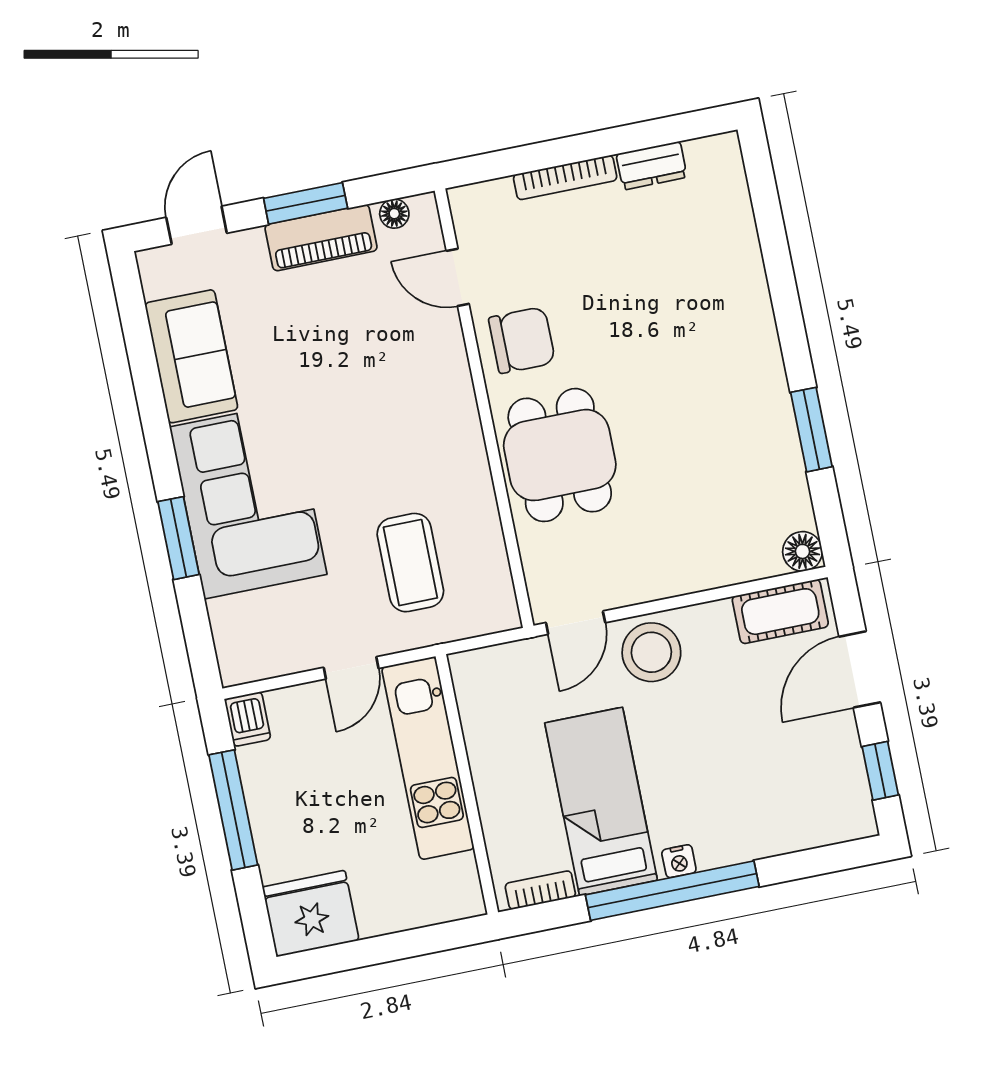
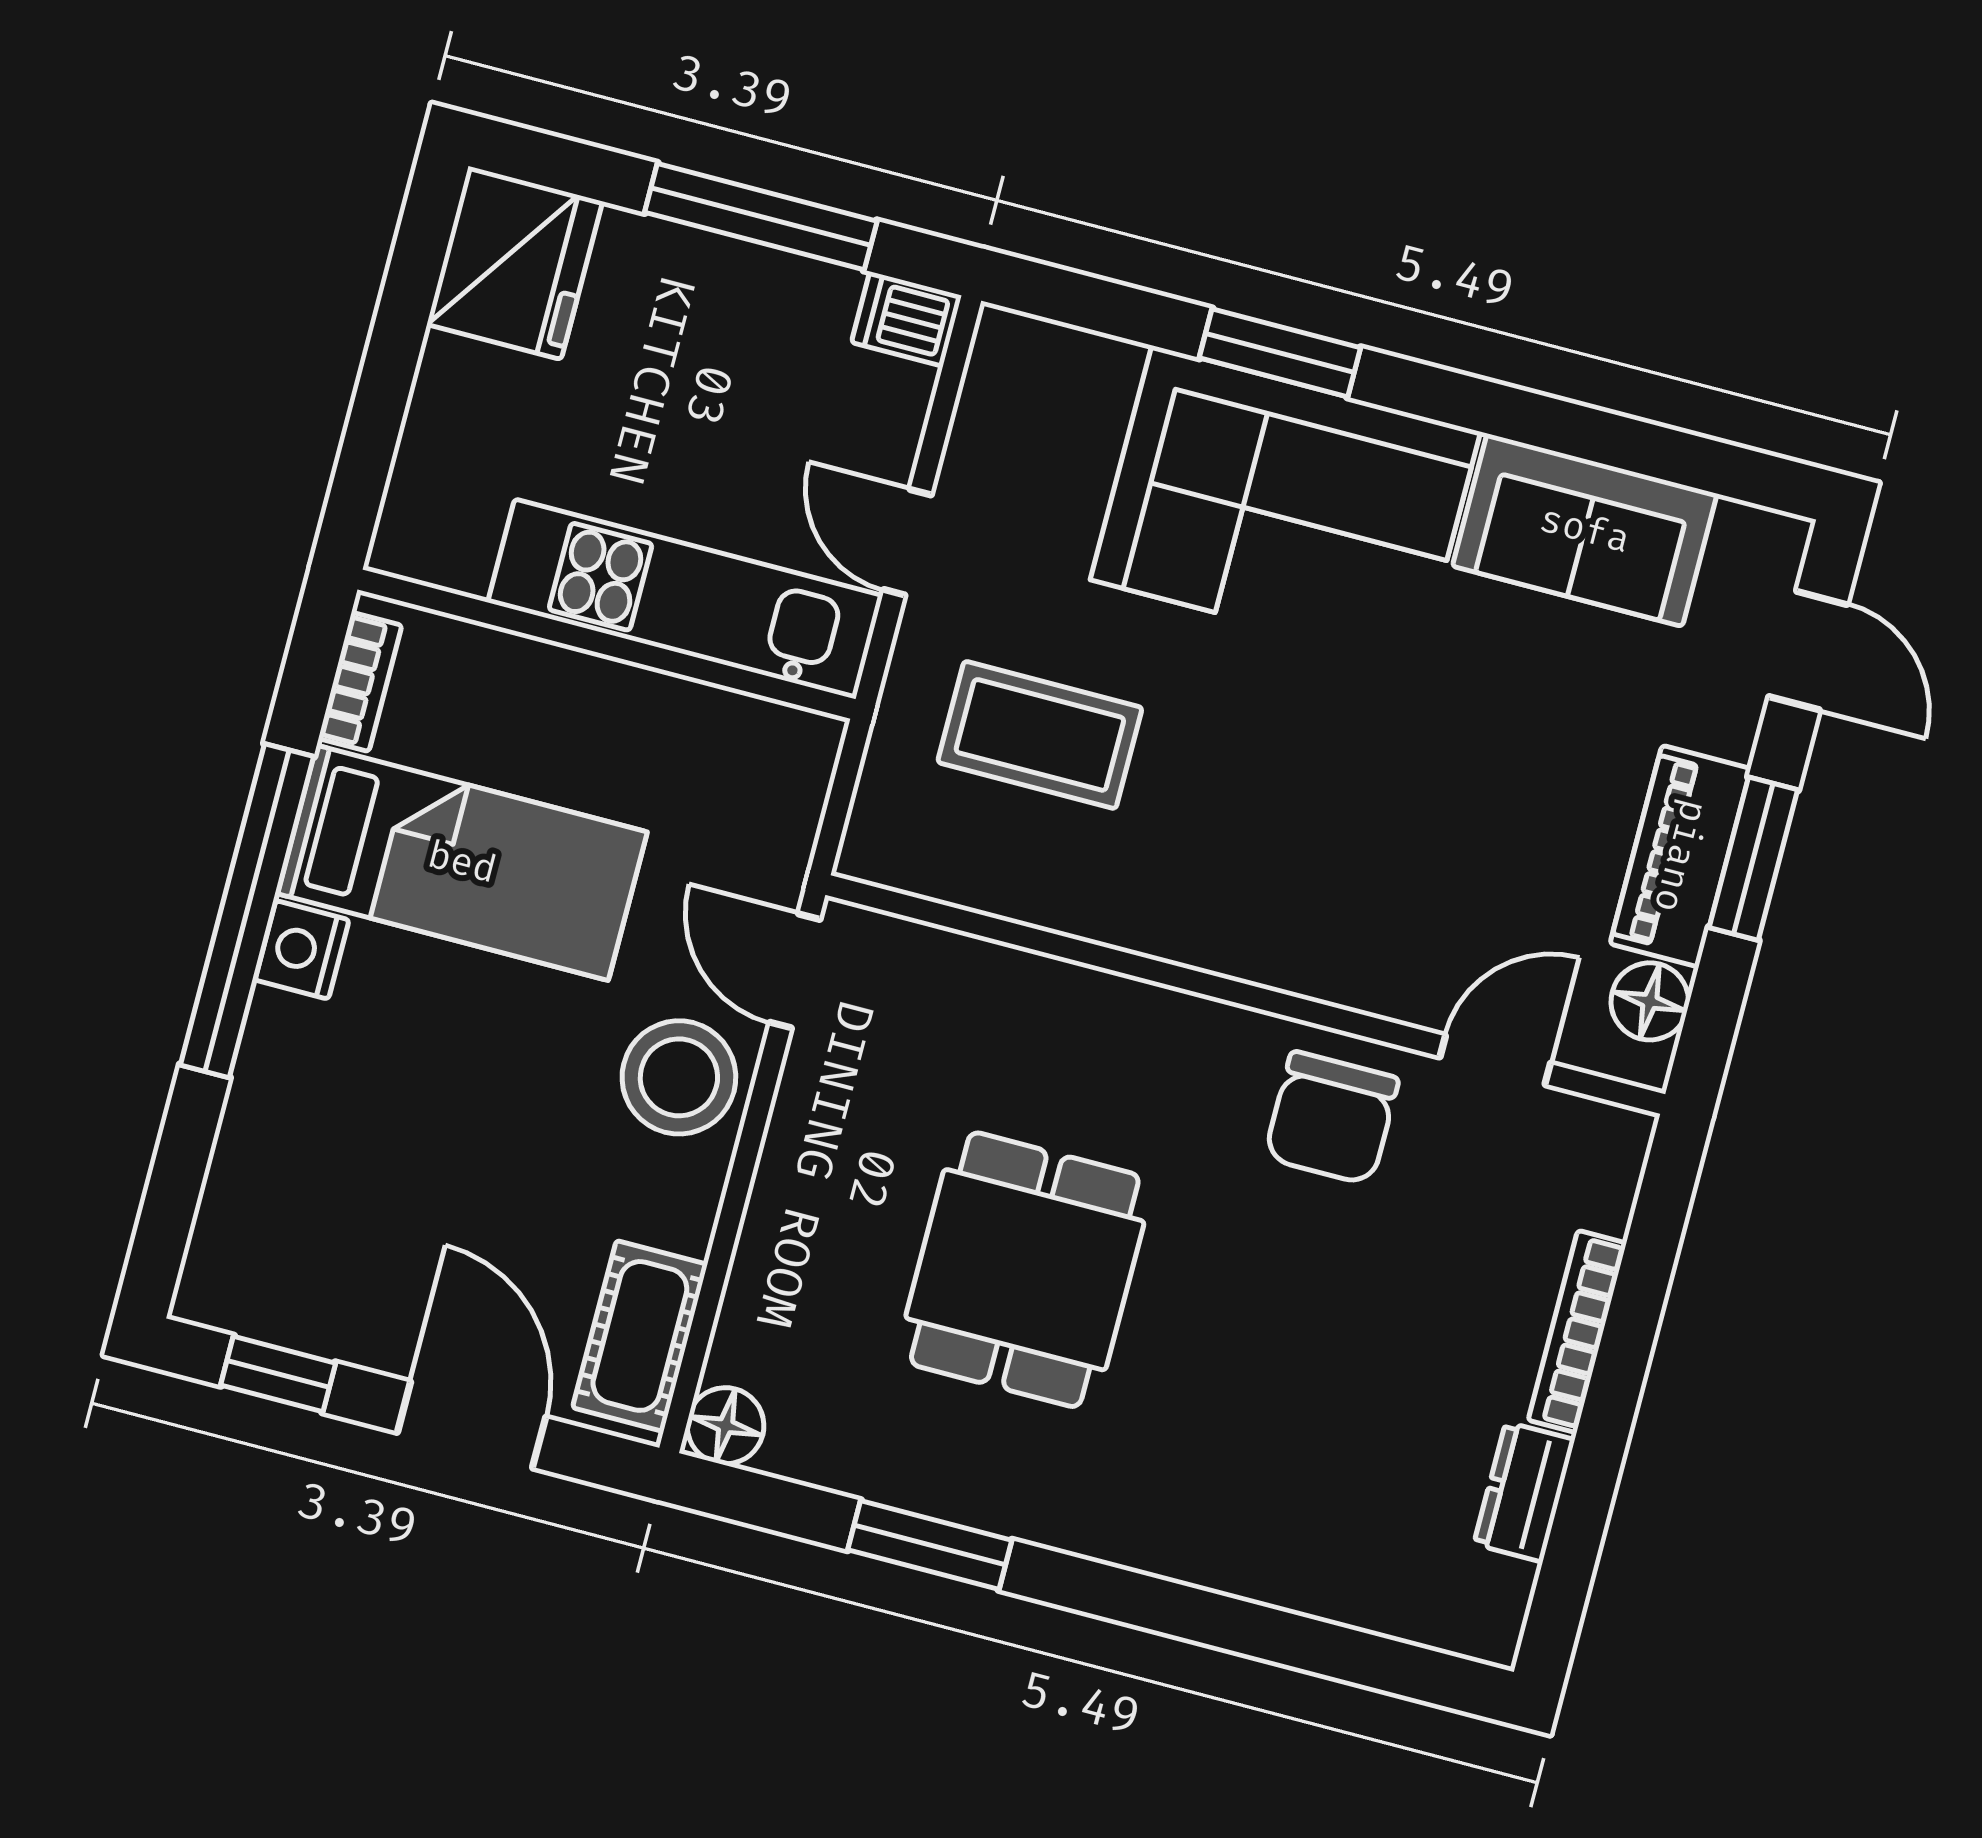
floor lamp: (394, 214) -> (1650, 1001), width x1.37, depth x1.37
dining table: (560, 455) -> (1025, 1270), moved, turned 90
nightstand: (679, 861) -> (302, 950), width x1.39, depth x1.35

